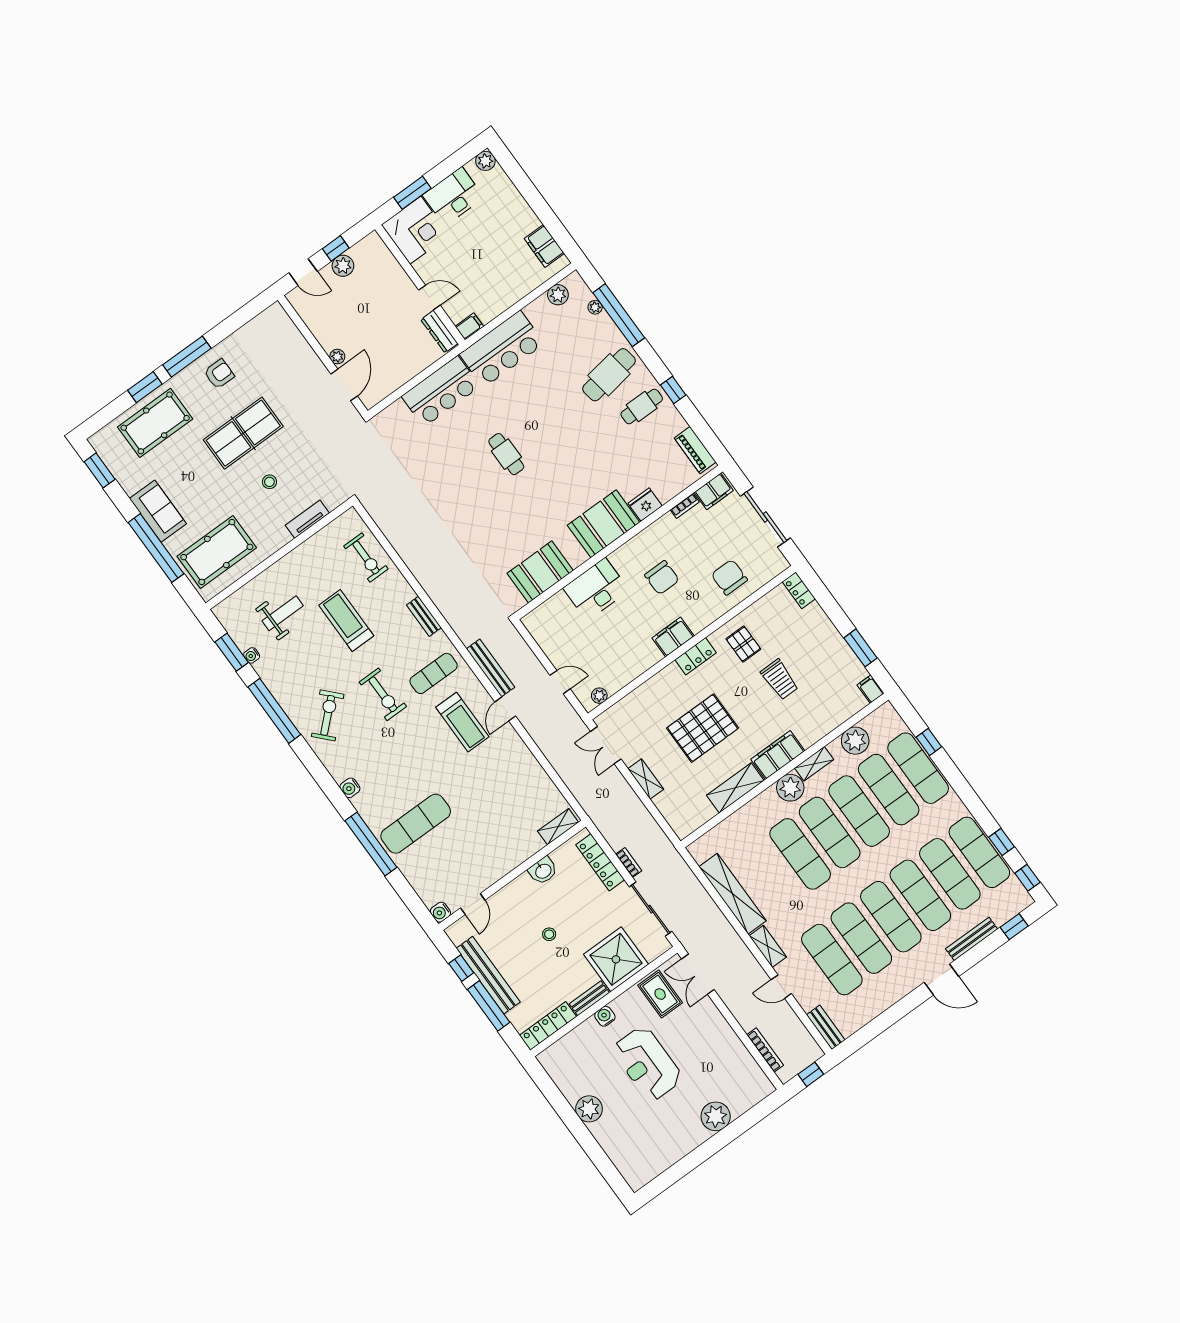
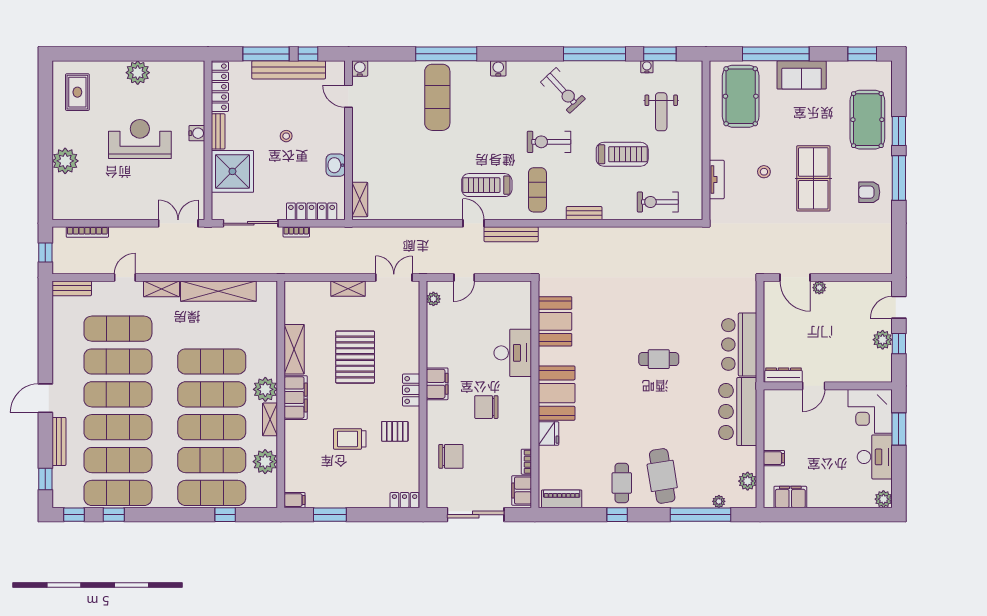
filing cabinet: (469, 326) -> (774, 458), moved, turned -90
armchair: (219, 374) -> (869, 192), turned 90
rug: (660, 994) -> (77, 92), moved, turned 90

